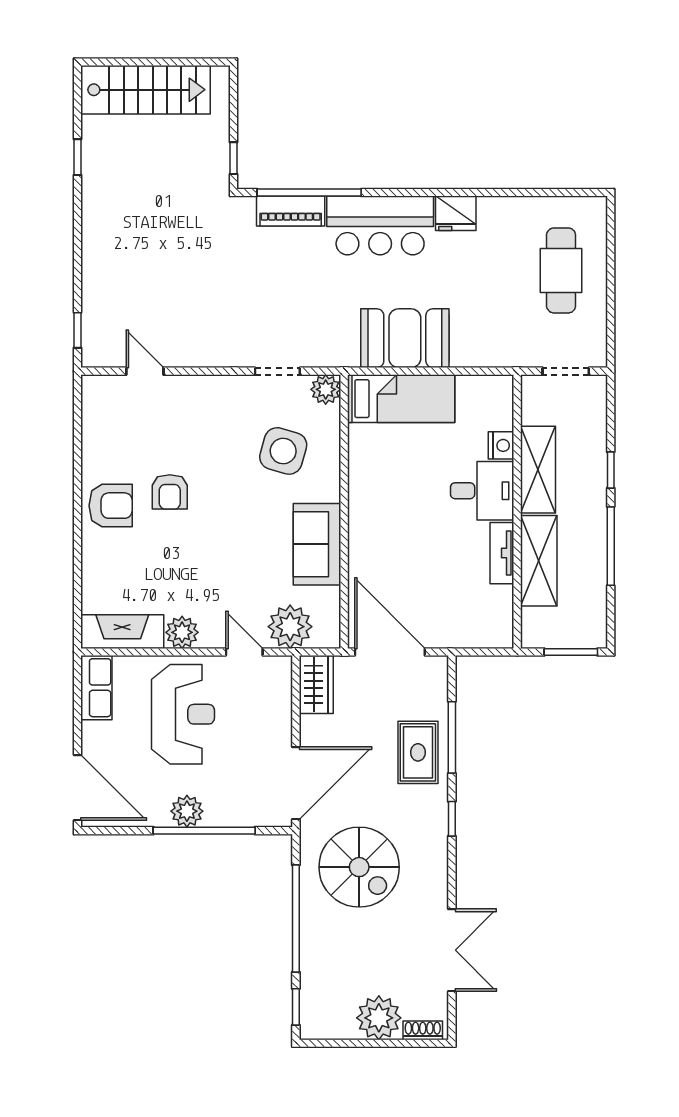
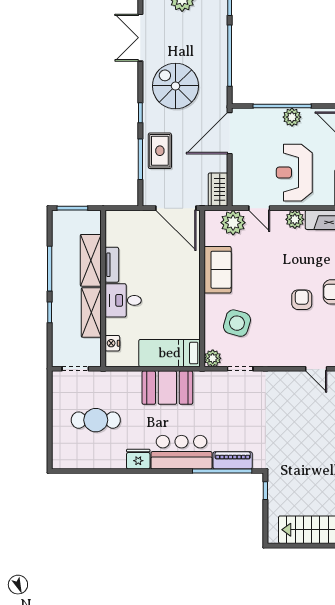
cafe table: (561, 270) -> (96, 420), moved, turned 90
nightstand: (501, 445) -> (112, 343), moved
spiral stairs: (359, 867) -> (175, 86), moved

